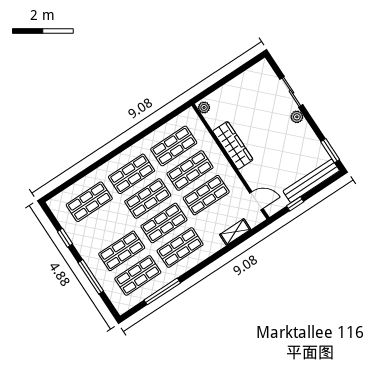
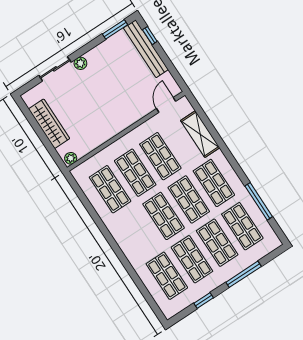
wardrobe: (233, 145) -> (49, 124), moved, turned 90
shop shelf: (132, 174) -> (192, 259), moved
window: (295, 204) -> (150, 36), moved
shelving: (235, 232) -> (200, 134), width x1.50, depth x1.33

